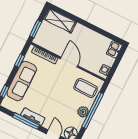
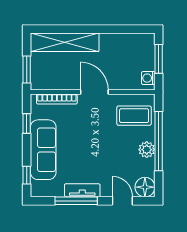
shelving: (60, 21) -> (65, 42), width x1.47
kitchen sink: (114, 49) -> (147, 44), removed
window: (117, 62) -> (159, 59), added

